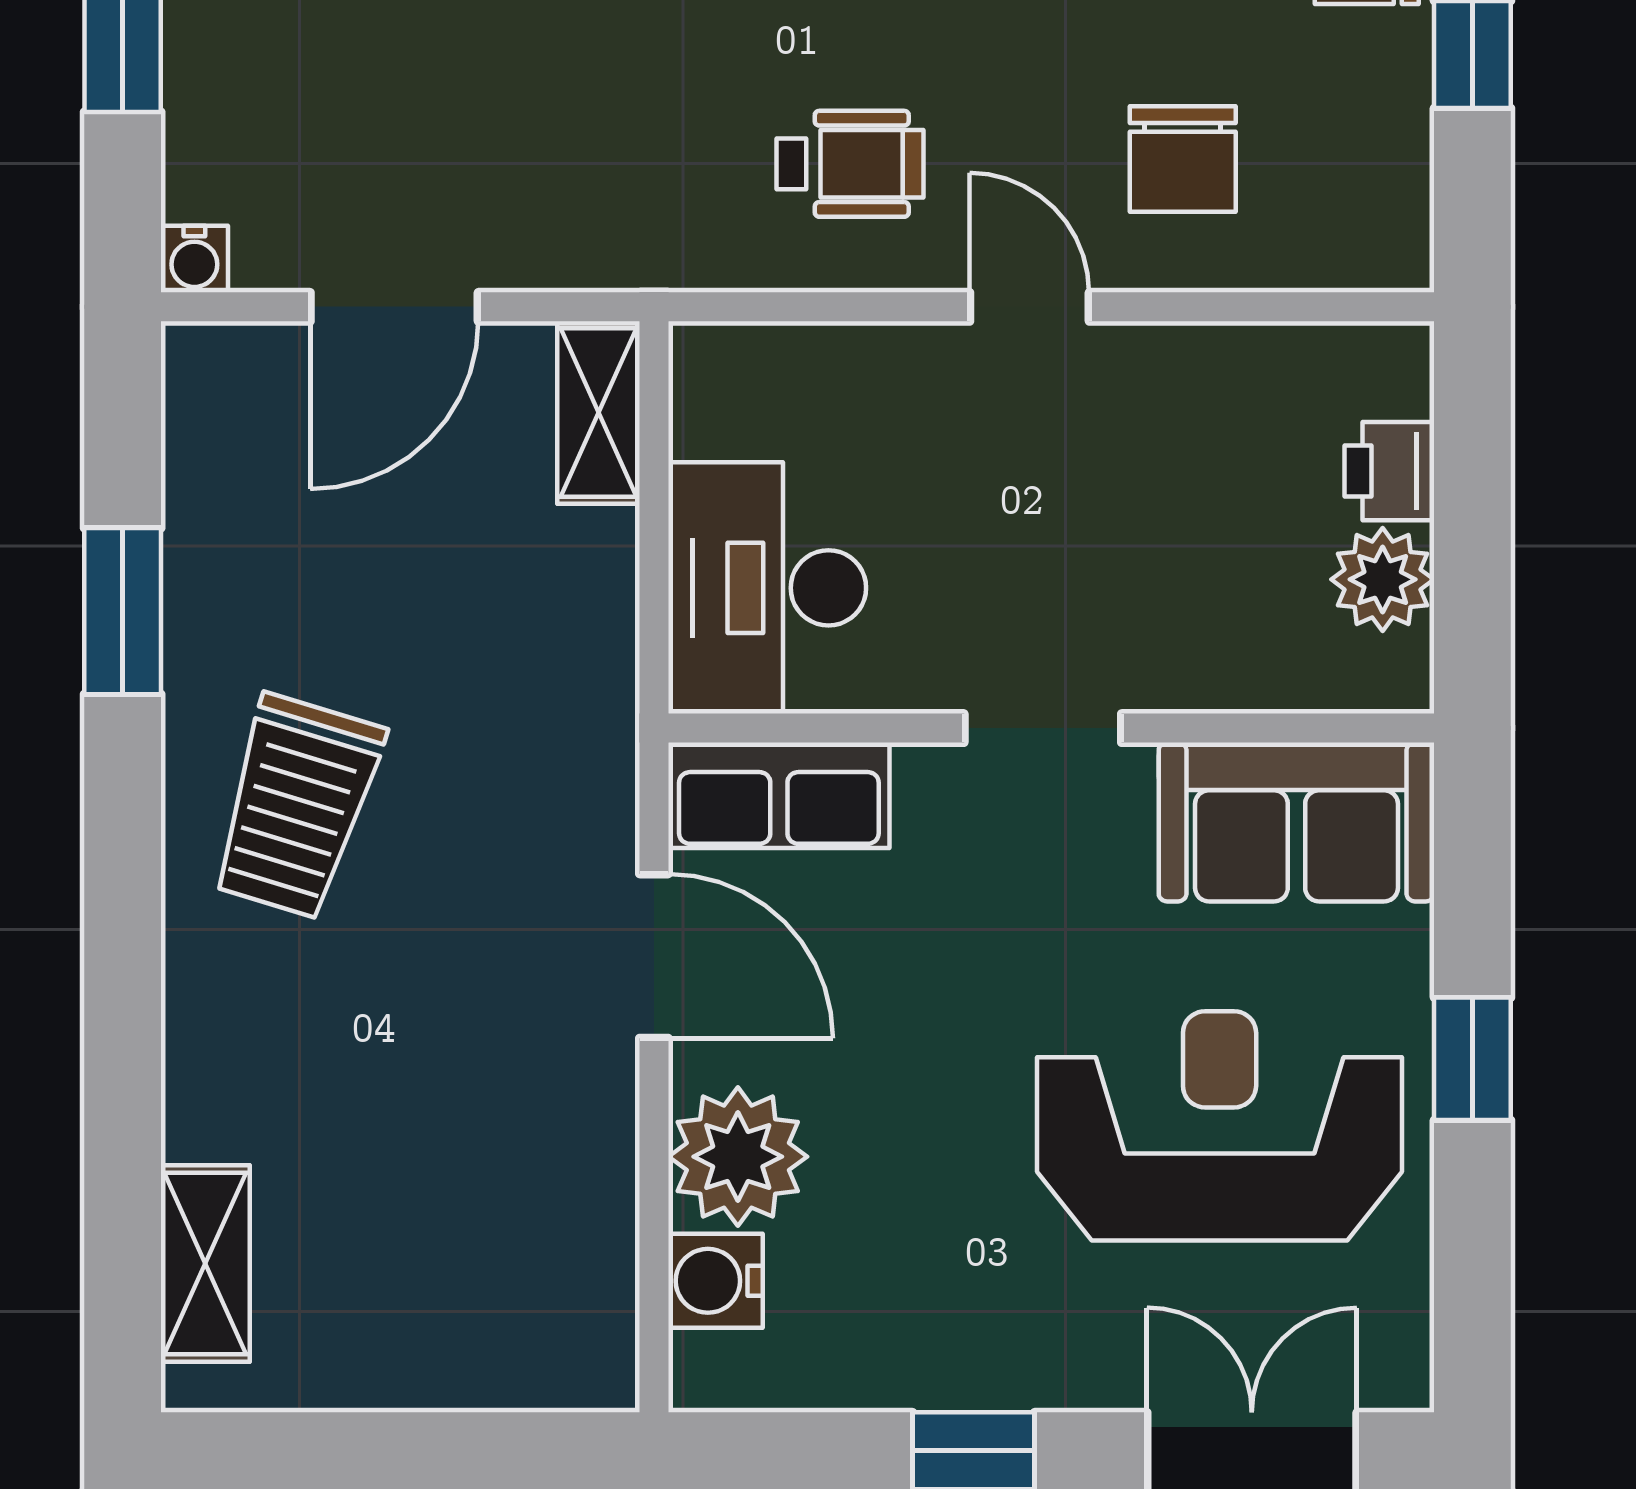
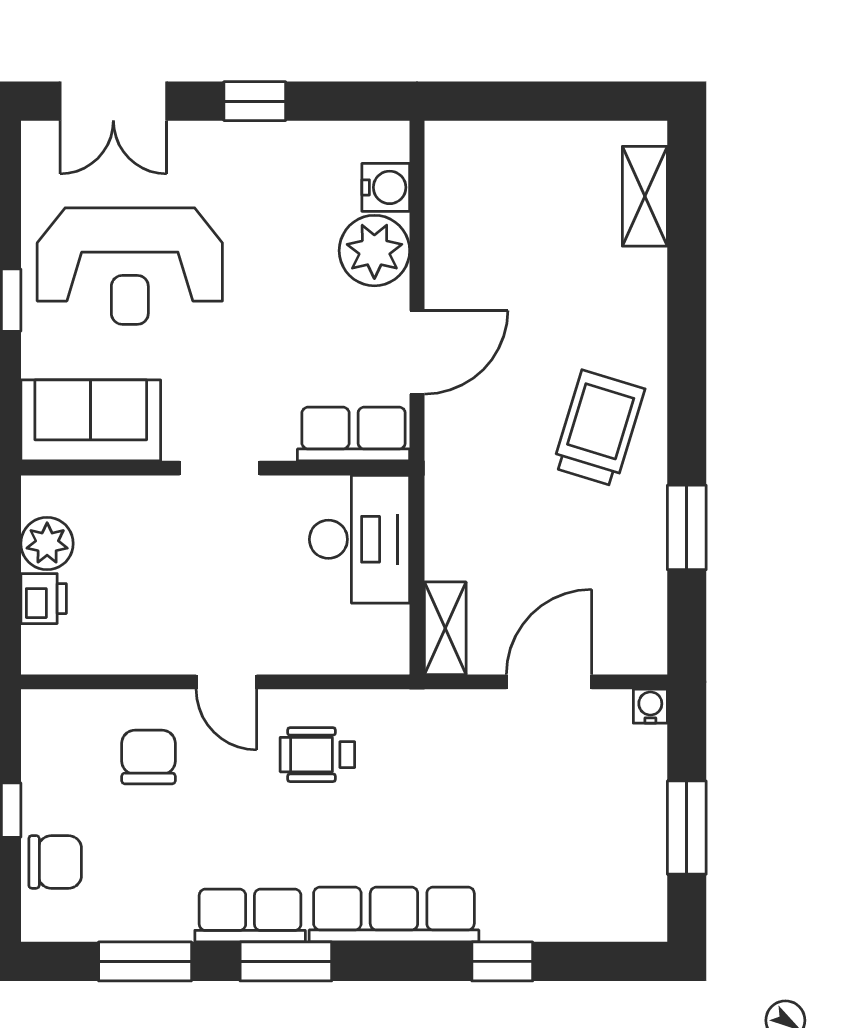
door: (654, 956) -> (417, 352), swing flipped

